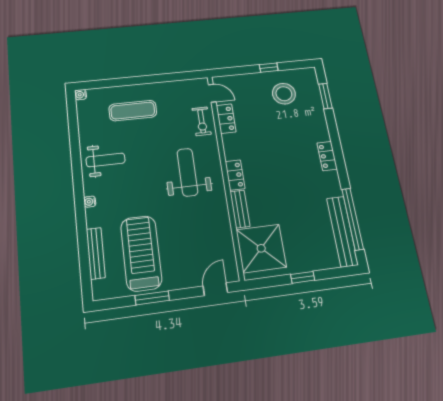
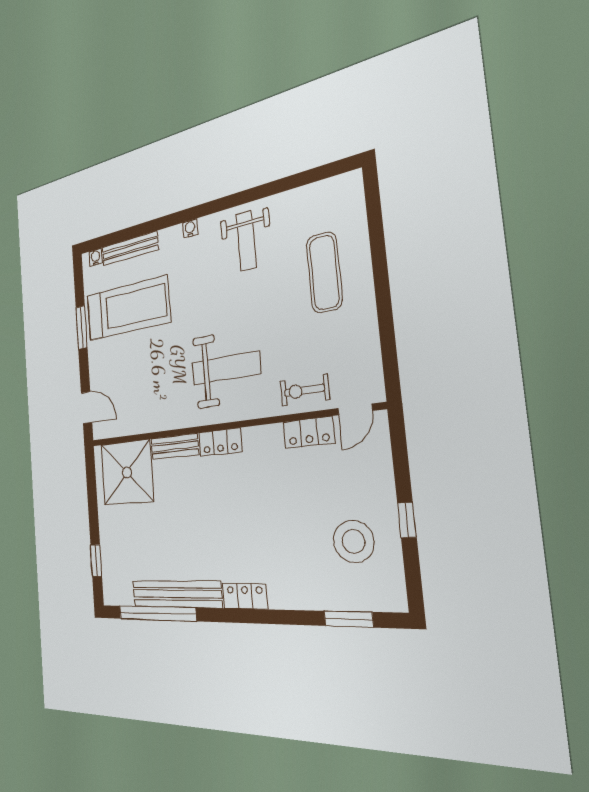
water cooler: (81, 95) -> (96, 257), moved
bench: (342, 231) -> (176, 594), moved
window: (303, 277) -> (96, 560), moved

